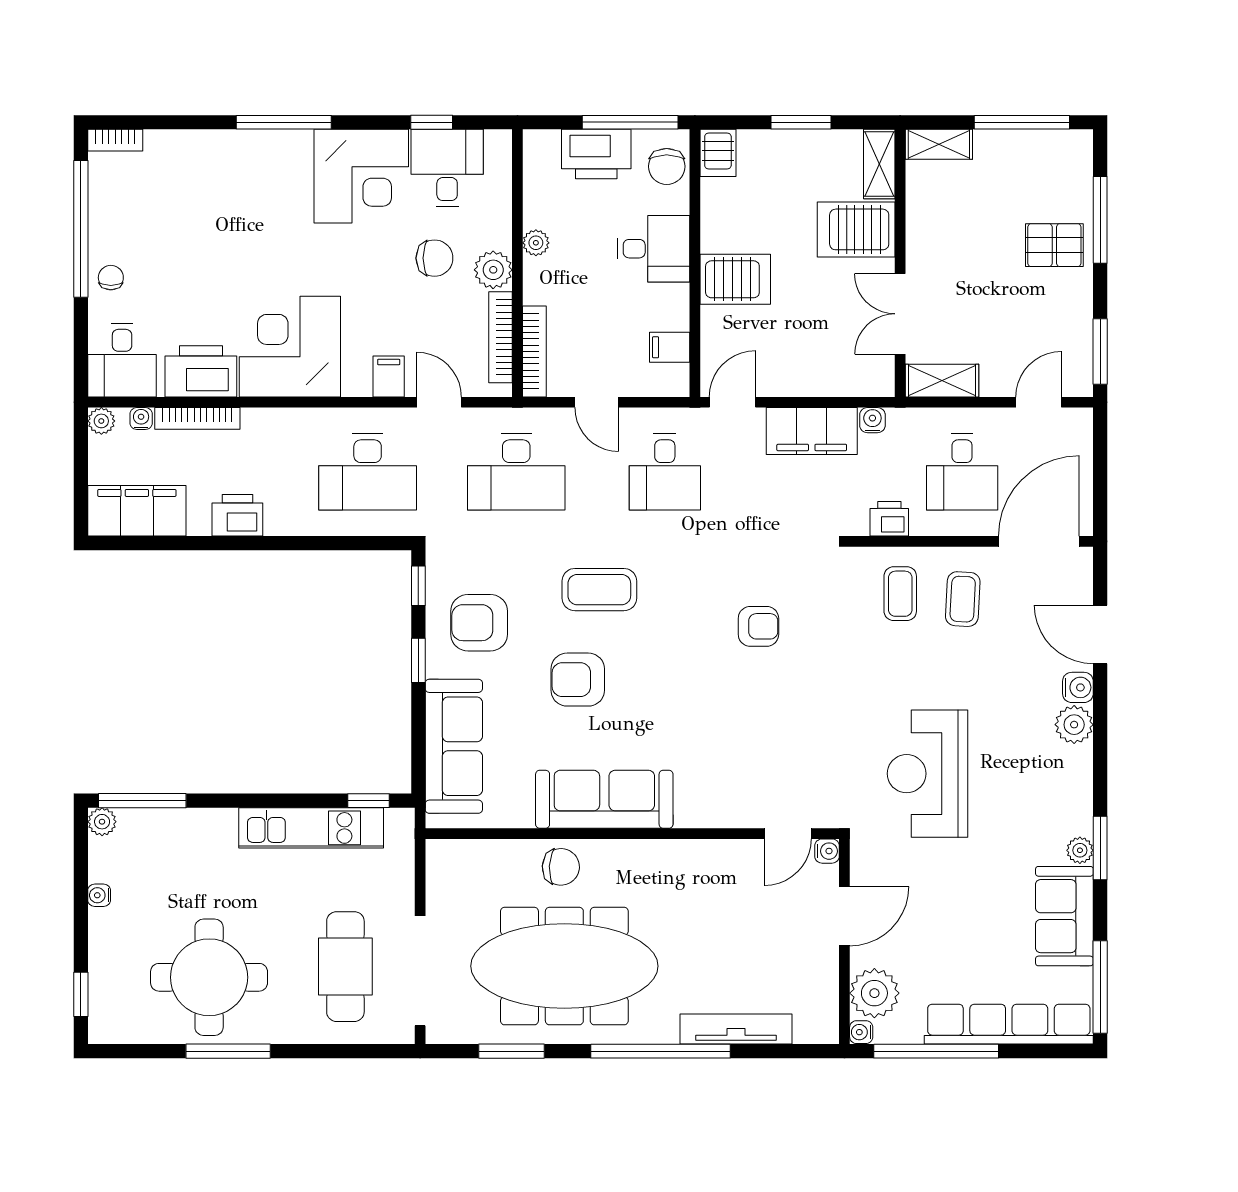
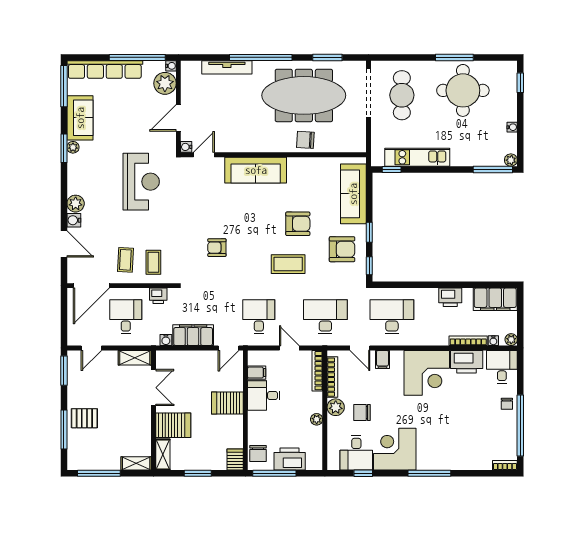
chair: (667, 166) -> (258, 454), turned 180
desk: (654, 249) -> (264, 395), moved
sofa: (604, 799) -> (256, 170), moved

